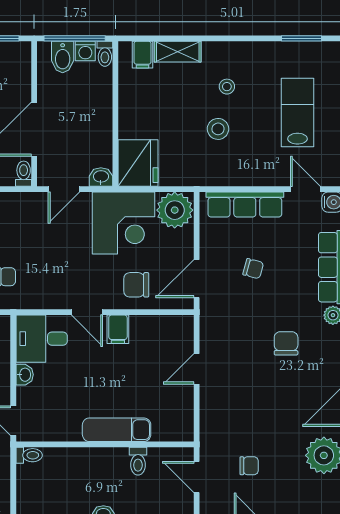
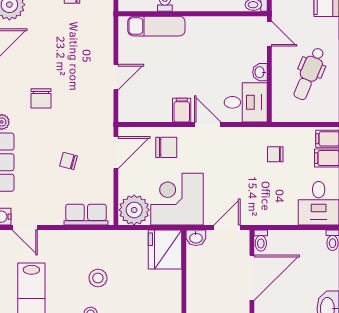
row of seats: (245, 205) -> (86, 215), width x0.68
exam couch: (117, 430) -> (156, 26), moved

